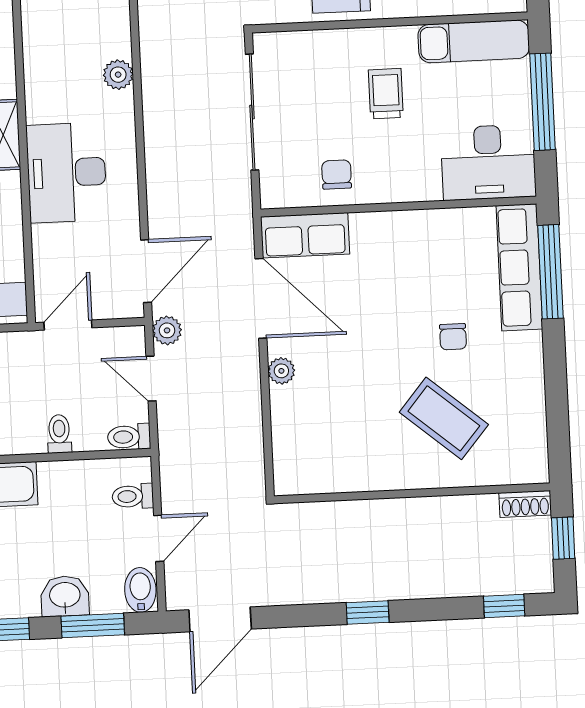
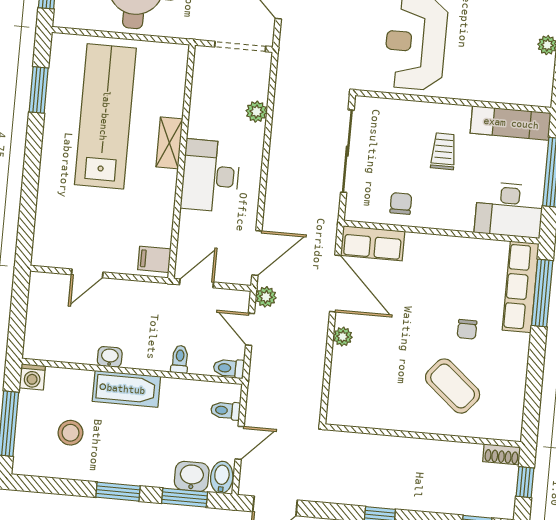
washbasin: (65, 596) -> (192, 476), moved

